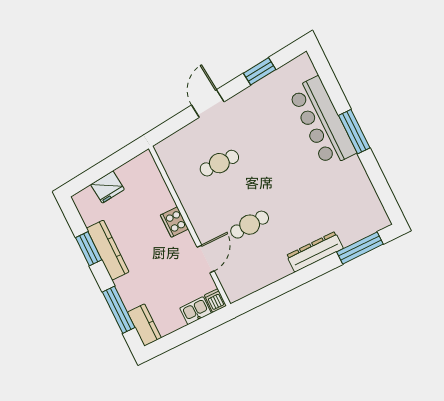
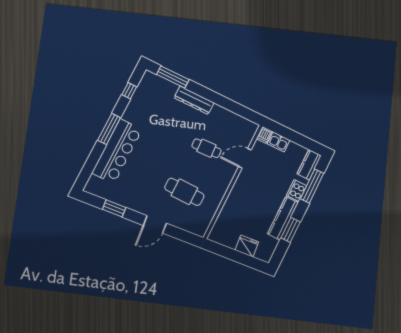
cafe table: (219, 163) -> (184, 192), width x1.37, depth x1.35
window: (381, 187) -> (129, 91), added
cooker: (174, 222) -> (296, 191), moved, turned 180

